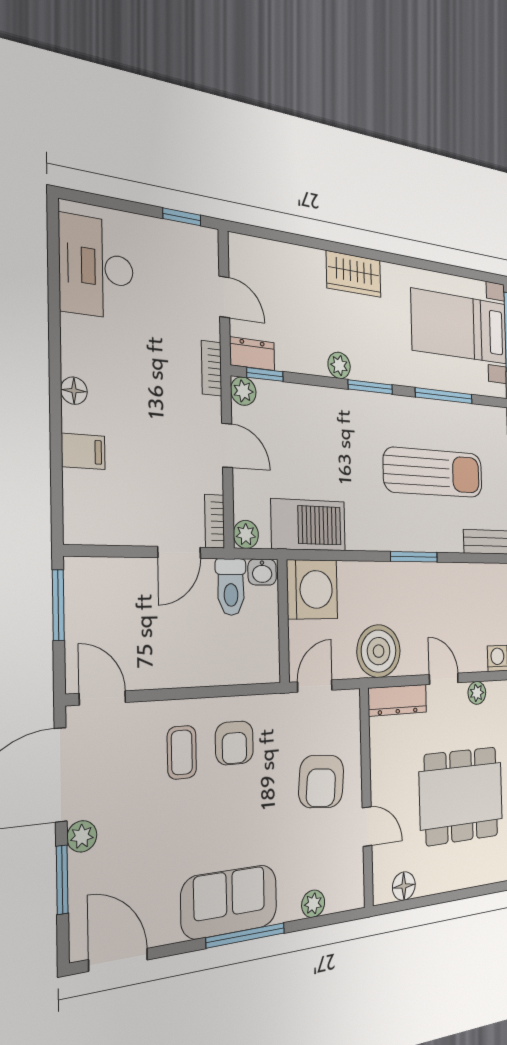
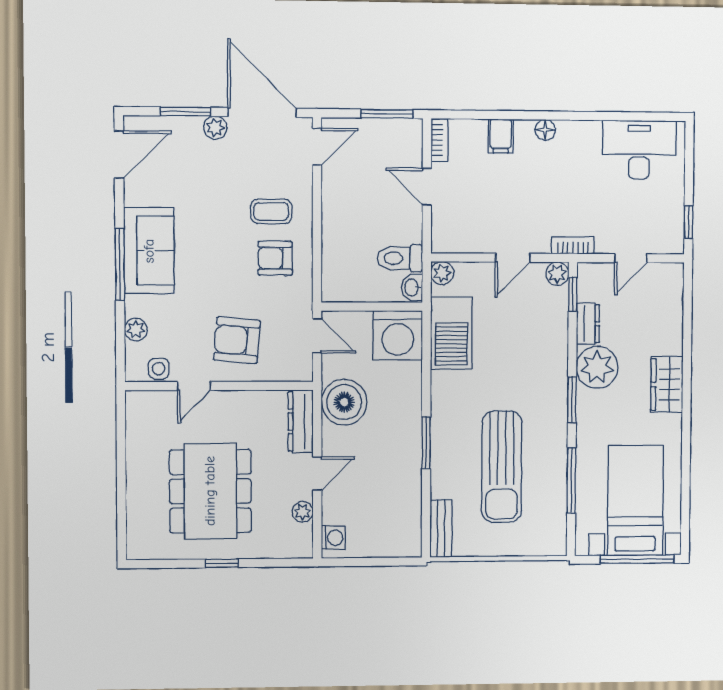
dresser: (252, 354) -> (588, 324), moved
plant: (339, 365) -> (597, 367), width x1.88, depth x1.88
bookcase: (215, 521) -> (440, 140), moved, turned 90
door: (179, 552) -> (427, 187), moved
side table: (351, 870) -> (159, 369), added
floor lamp: (404, 886) -> (138, 424), removed

